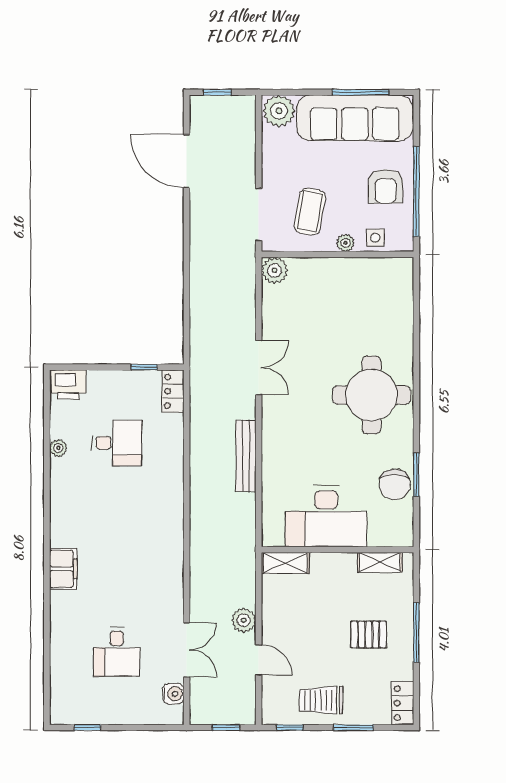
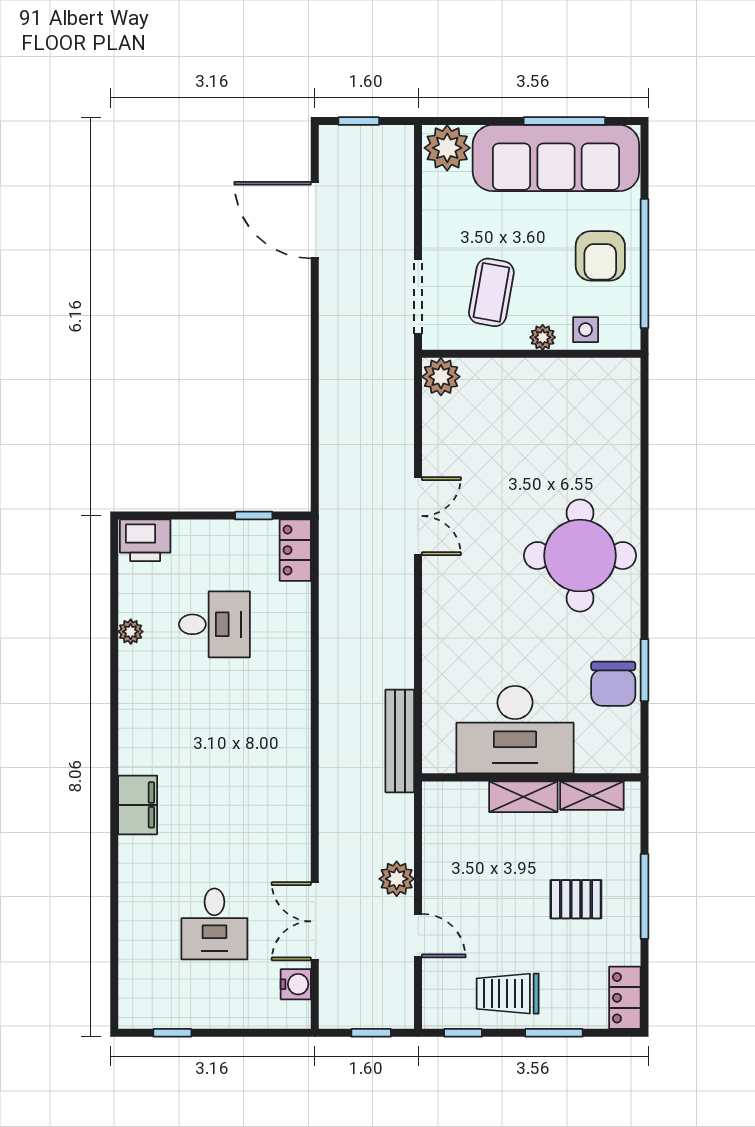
bench: (246, 456) -> (400, 741), moved
shelving: (285, 563) -> (523, 797), moved
double door: (187, 650) -> (315, 921), swing flipped

